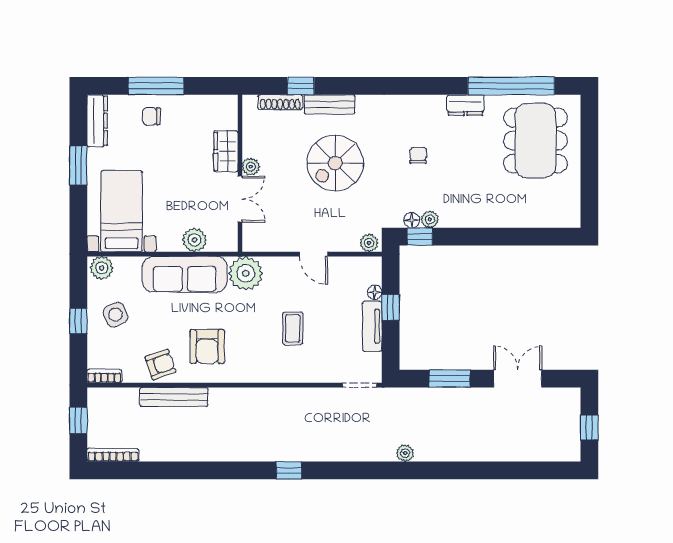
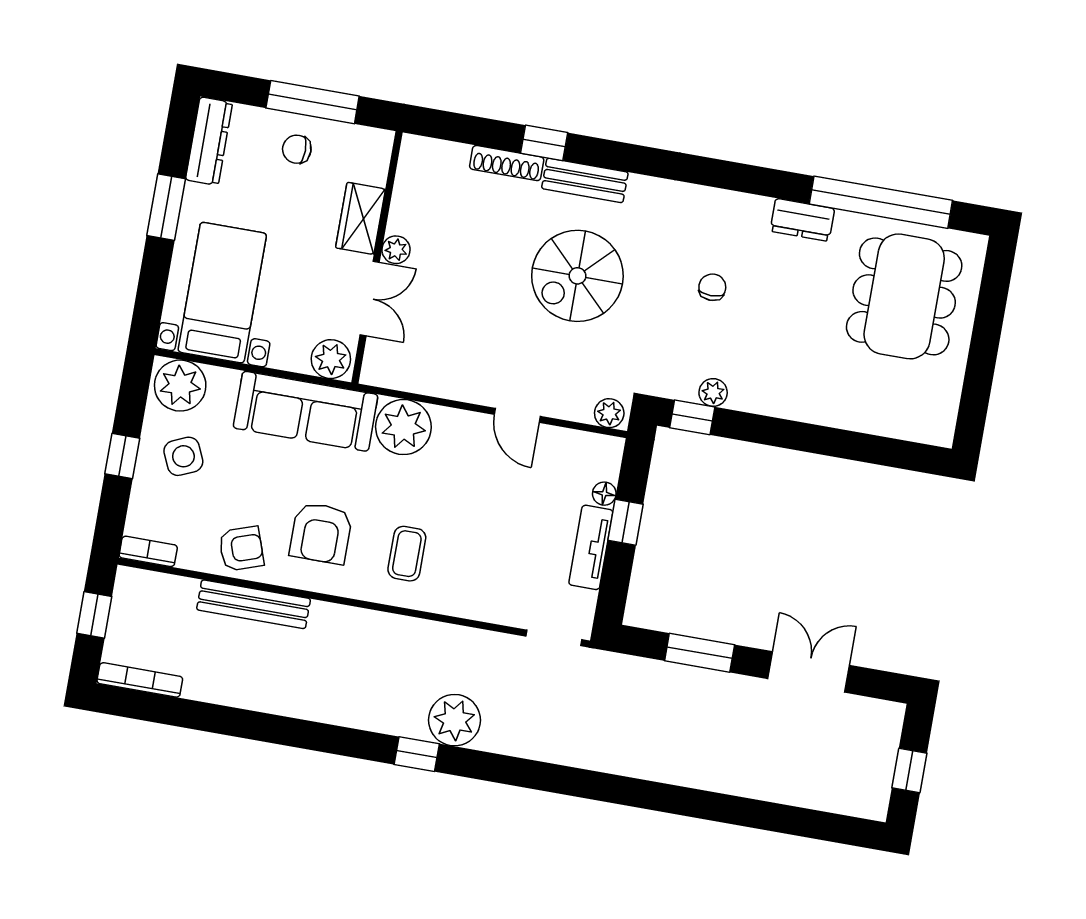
wardrobe: (226, 151) -> (360, 218), moved
plant: (251, 167) -> (396, 250), moved
wall: (240, 173) -> (377, 257), moved
double door: (240, 199) -> (370, 299), moved
floor lamp: (412, 220) -> (684, 389), removed
plant: (102, 268) -> (180, 386), width x1.36, depth x1.36
coffee table: (293, 328) -> (407, 554), moved
plant: (405, 453) -> (455, 720), moved, width x1.88, depth x1.88

